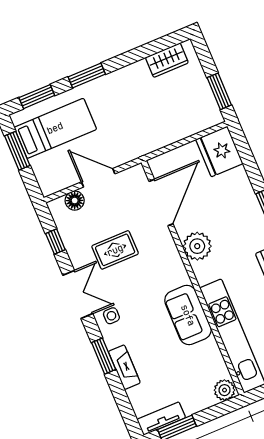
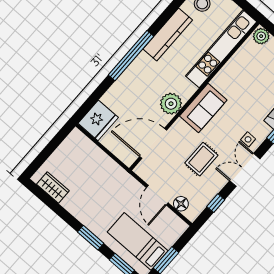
window: (219, 91) -> (57, 141), removed
rug: (115, 250) -> (201, 159), turned 90
sofa: (188, 315) -> (203, 108), moved

